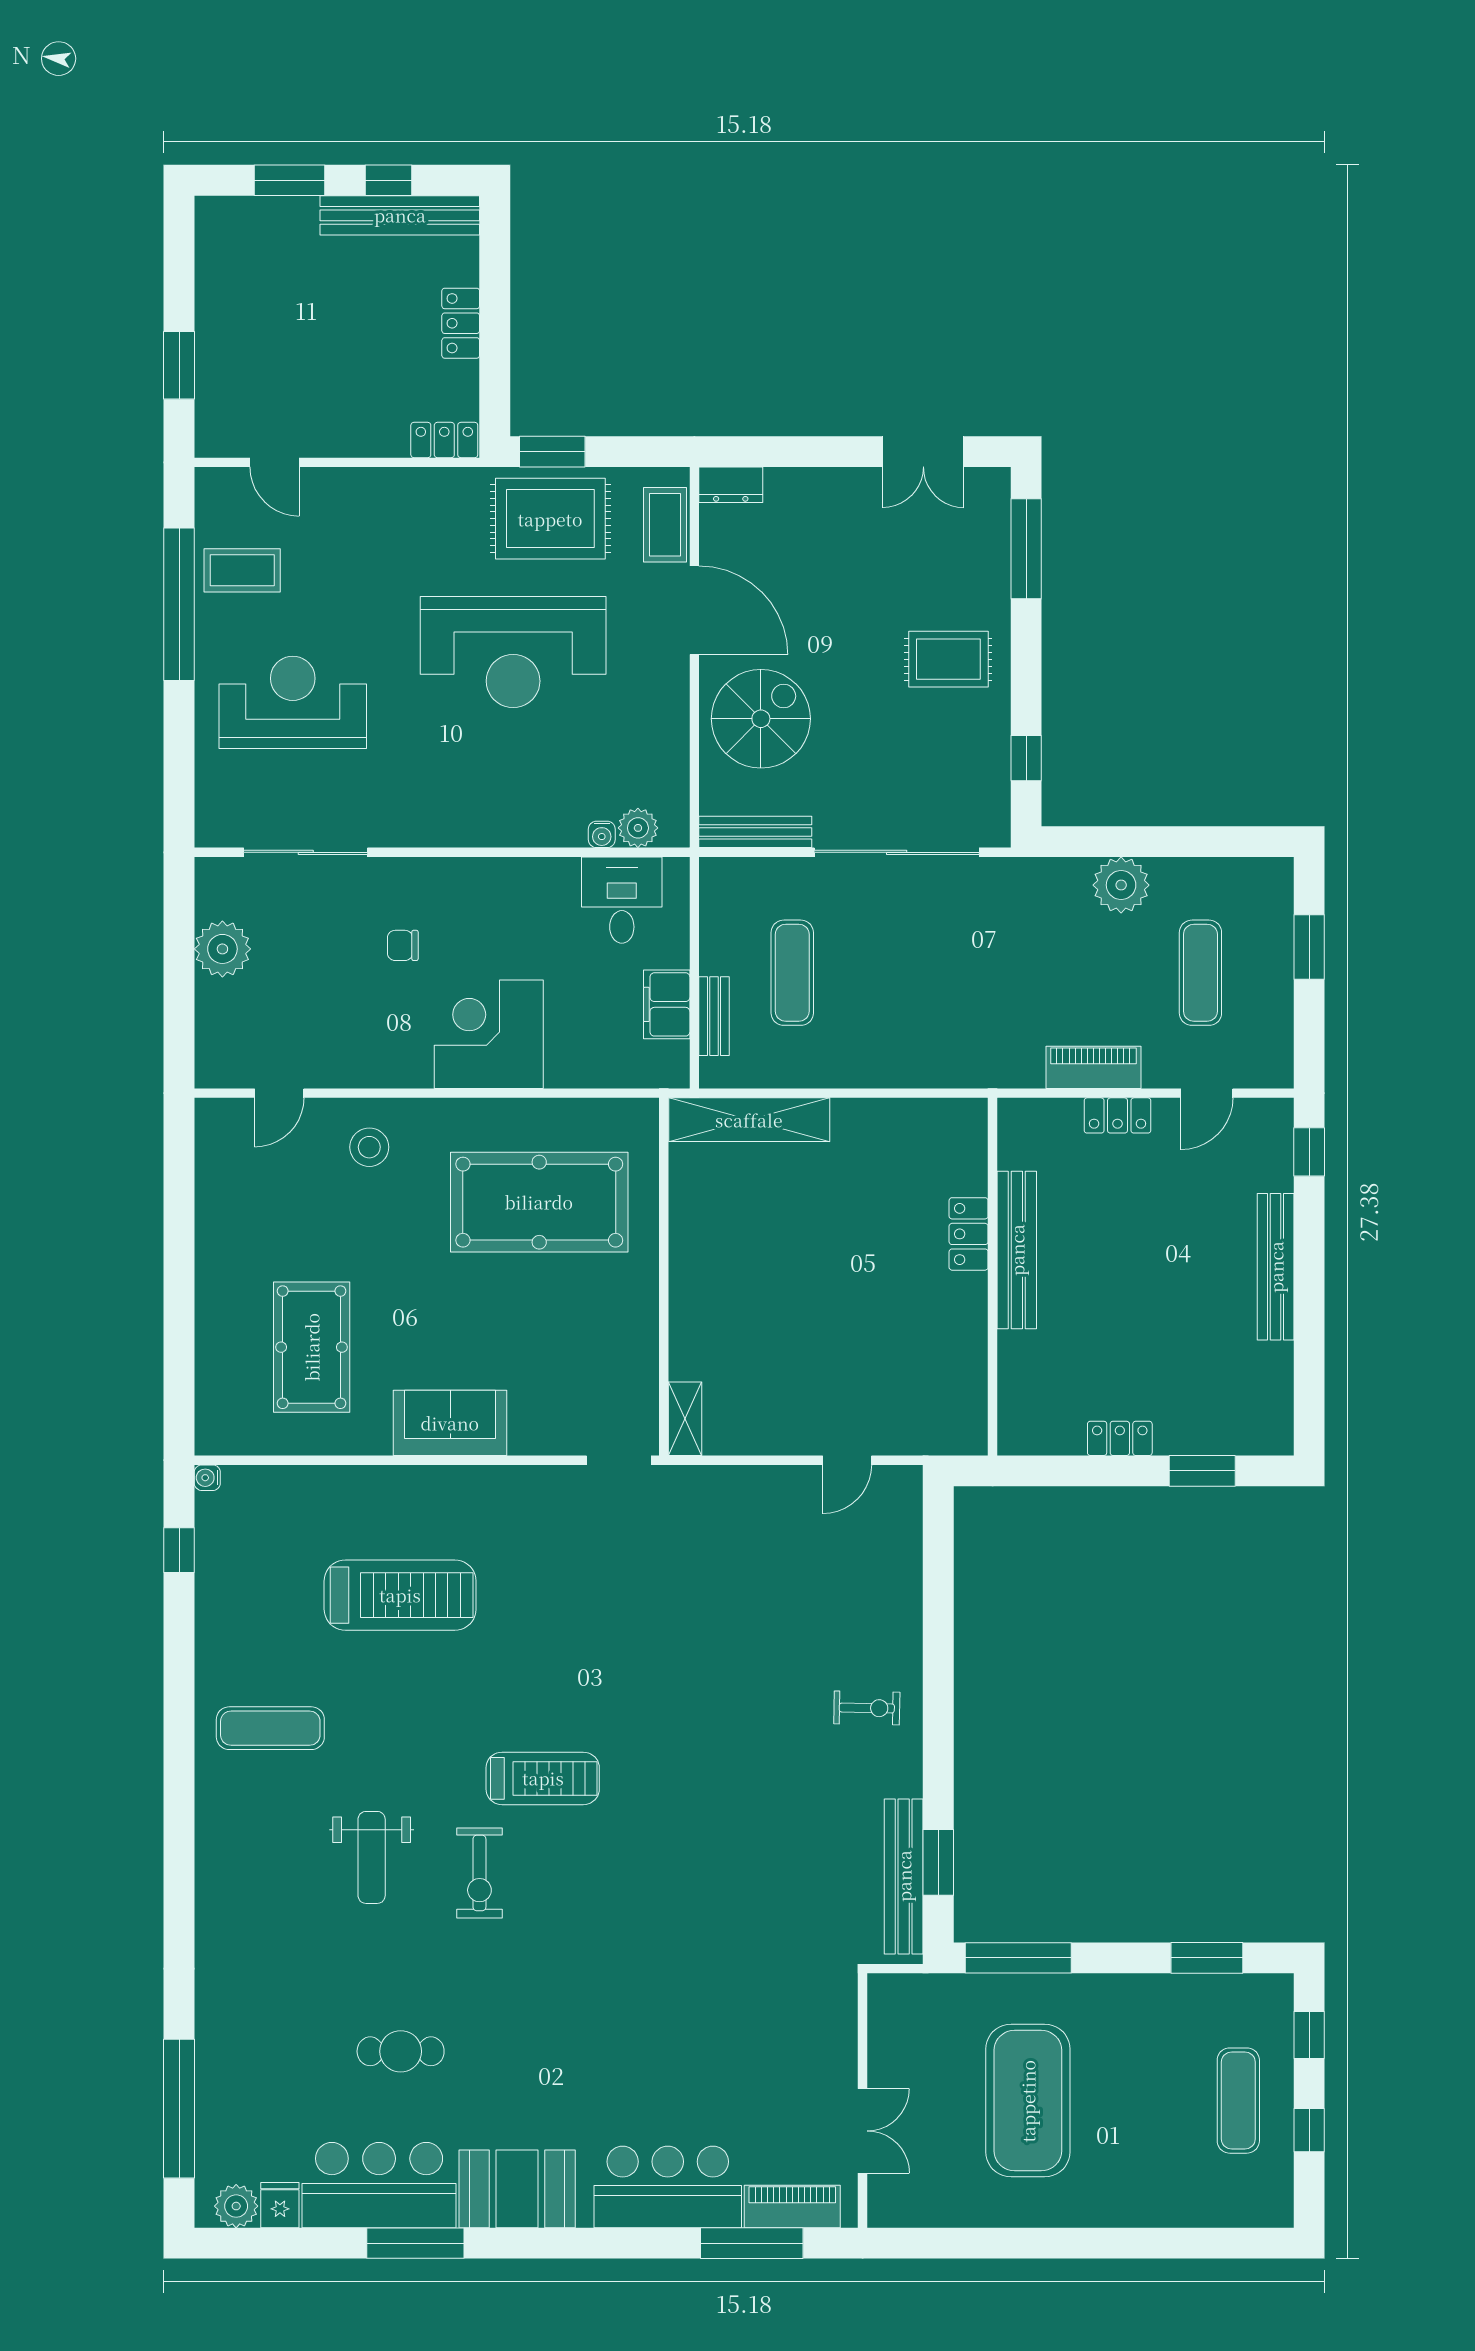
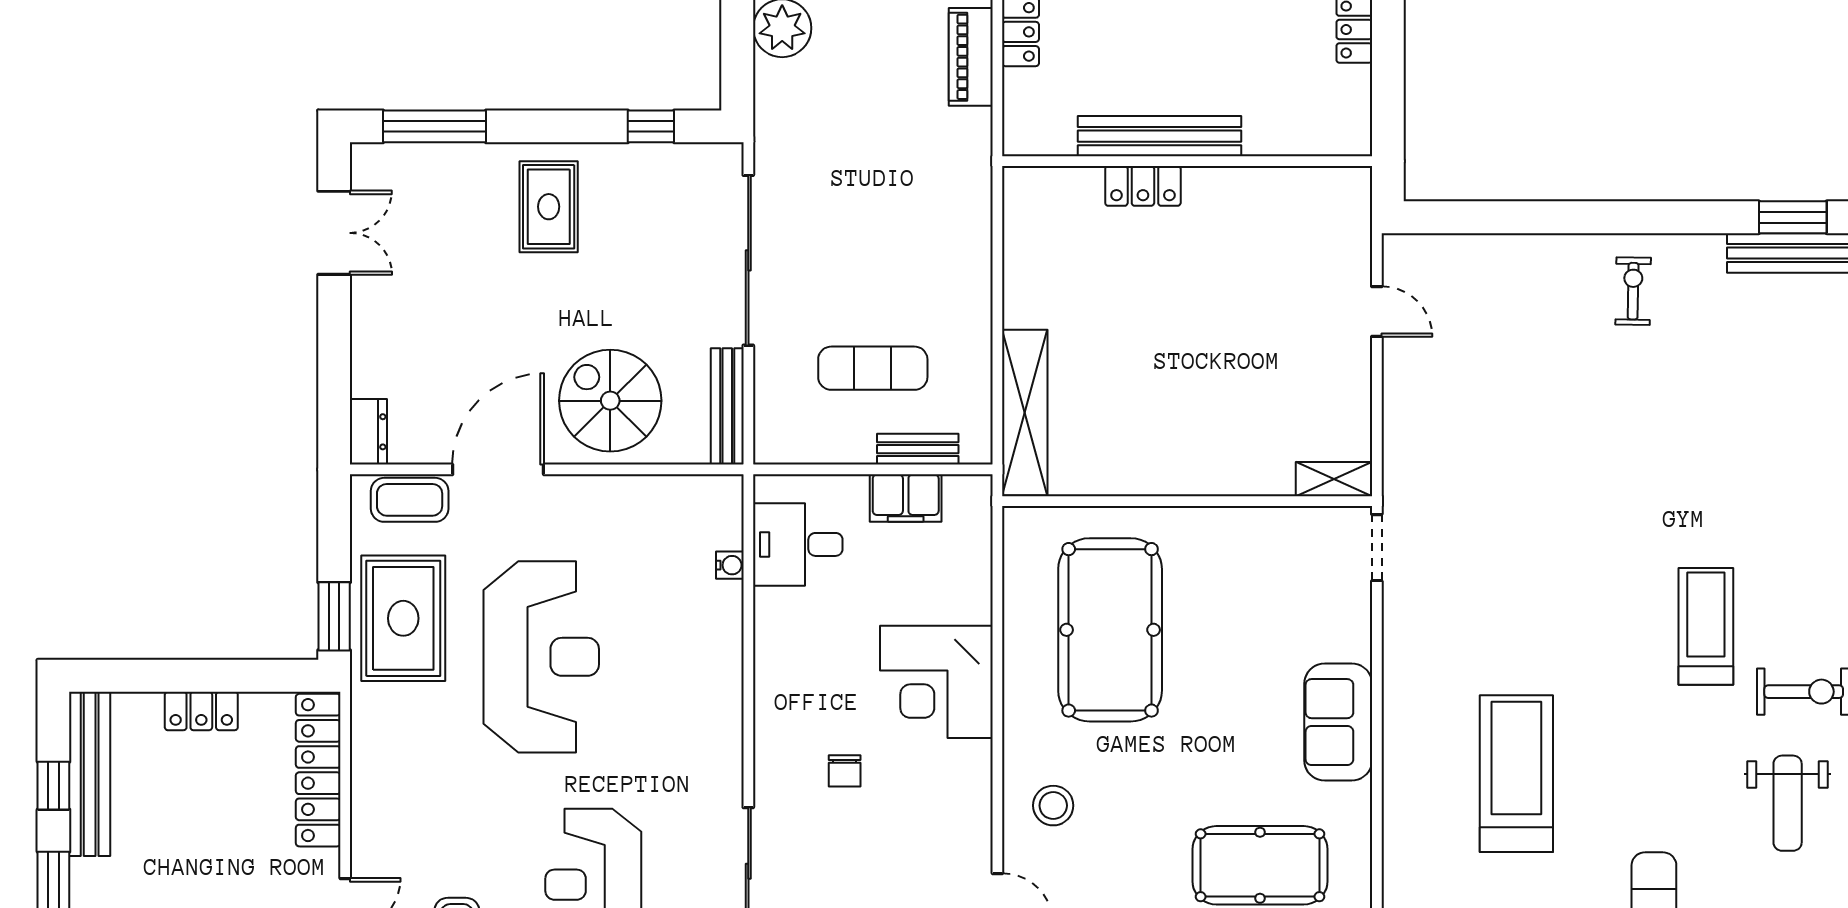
locker: (444, 440) -> (318, 770), width x2.16, depth x1.21
plant: (638, 828) -> (723, 528), removed
weight bench: (372, 1857) -> (1788, 803), turned 90

